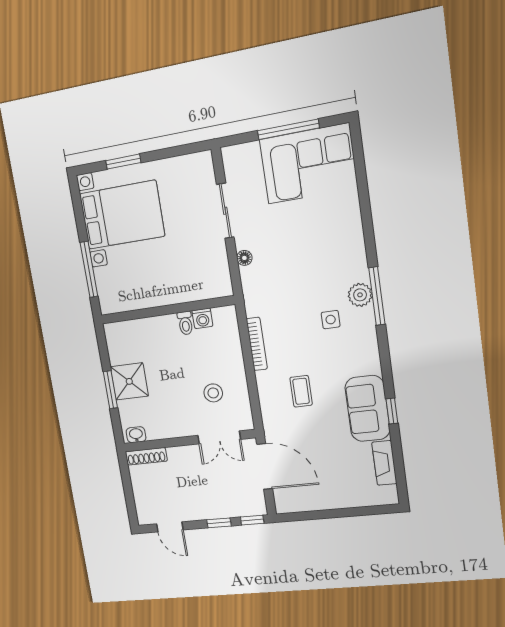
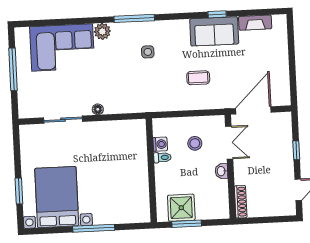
corner sofa: (308, 164) -> (62, 47), moved, turned 90
plant: (360, 295) -> (102, 31), moved
wall: (167, 310) -> (151, 170), moved
washing machine: (202, 318) -> (160, 144), moved
toilet: (185, 323) -> (162, 157), moved
bookcase: (257, 344) -> (161, 107), removed
washbasin: (136, 435) -> (221, 171), moved
window: (252, 520) -> (295, 124), removed

